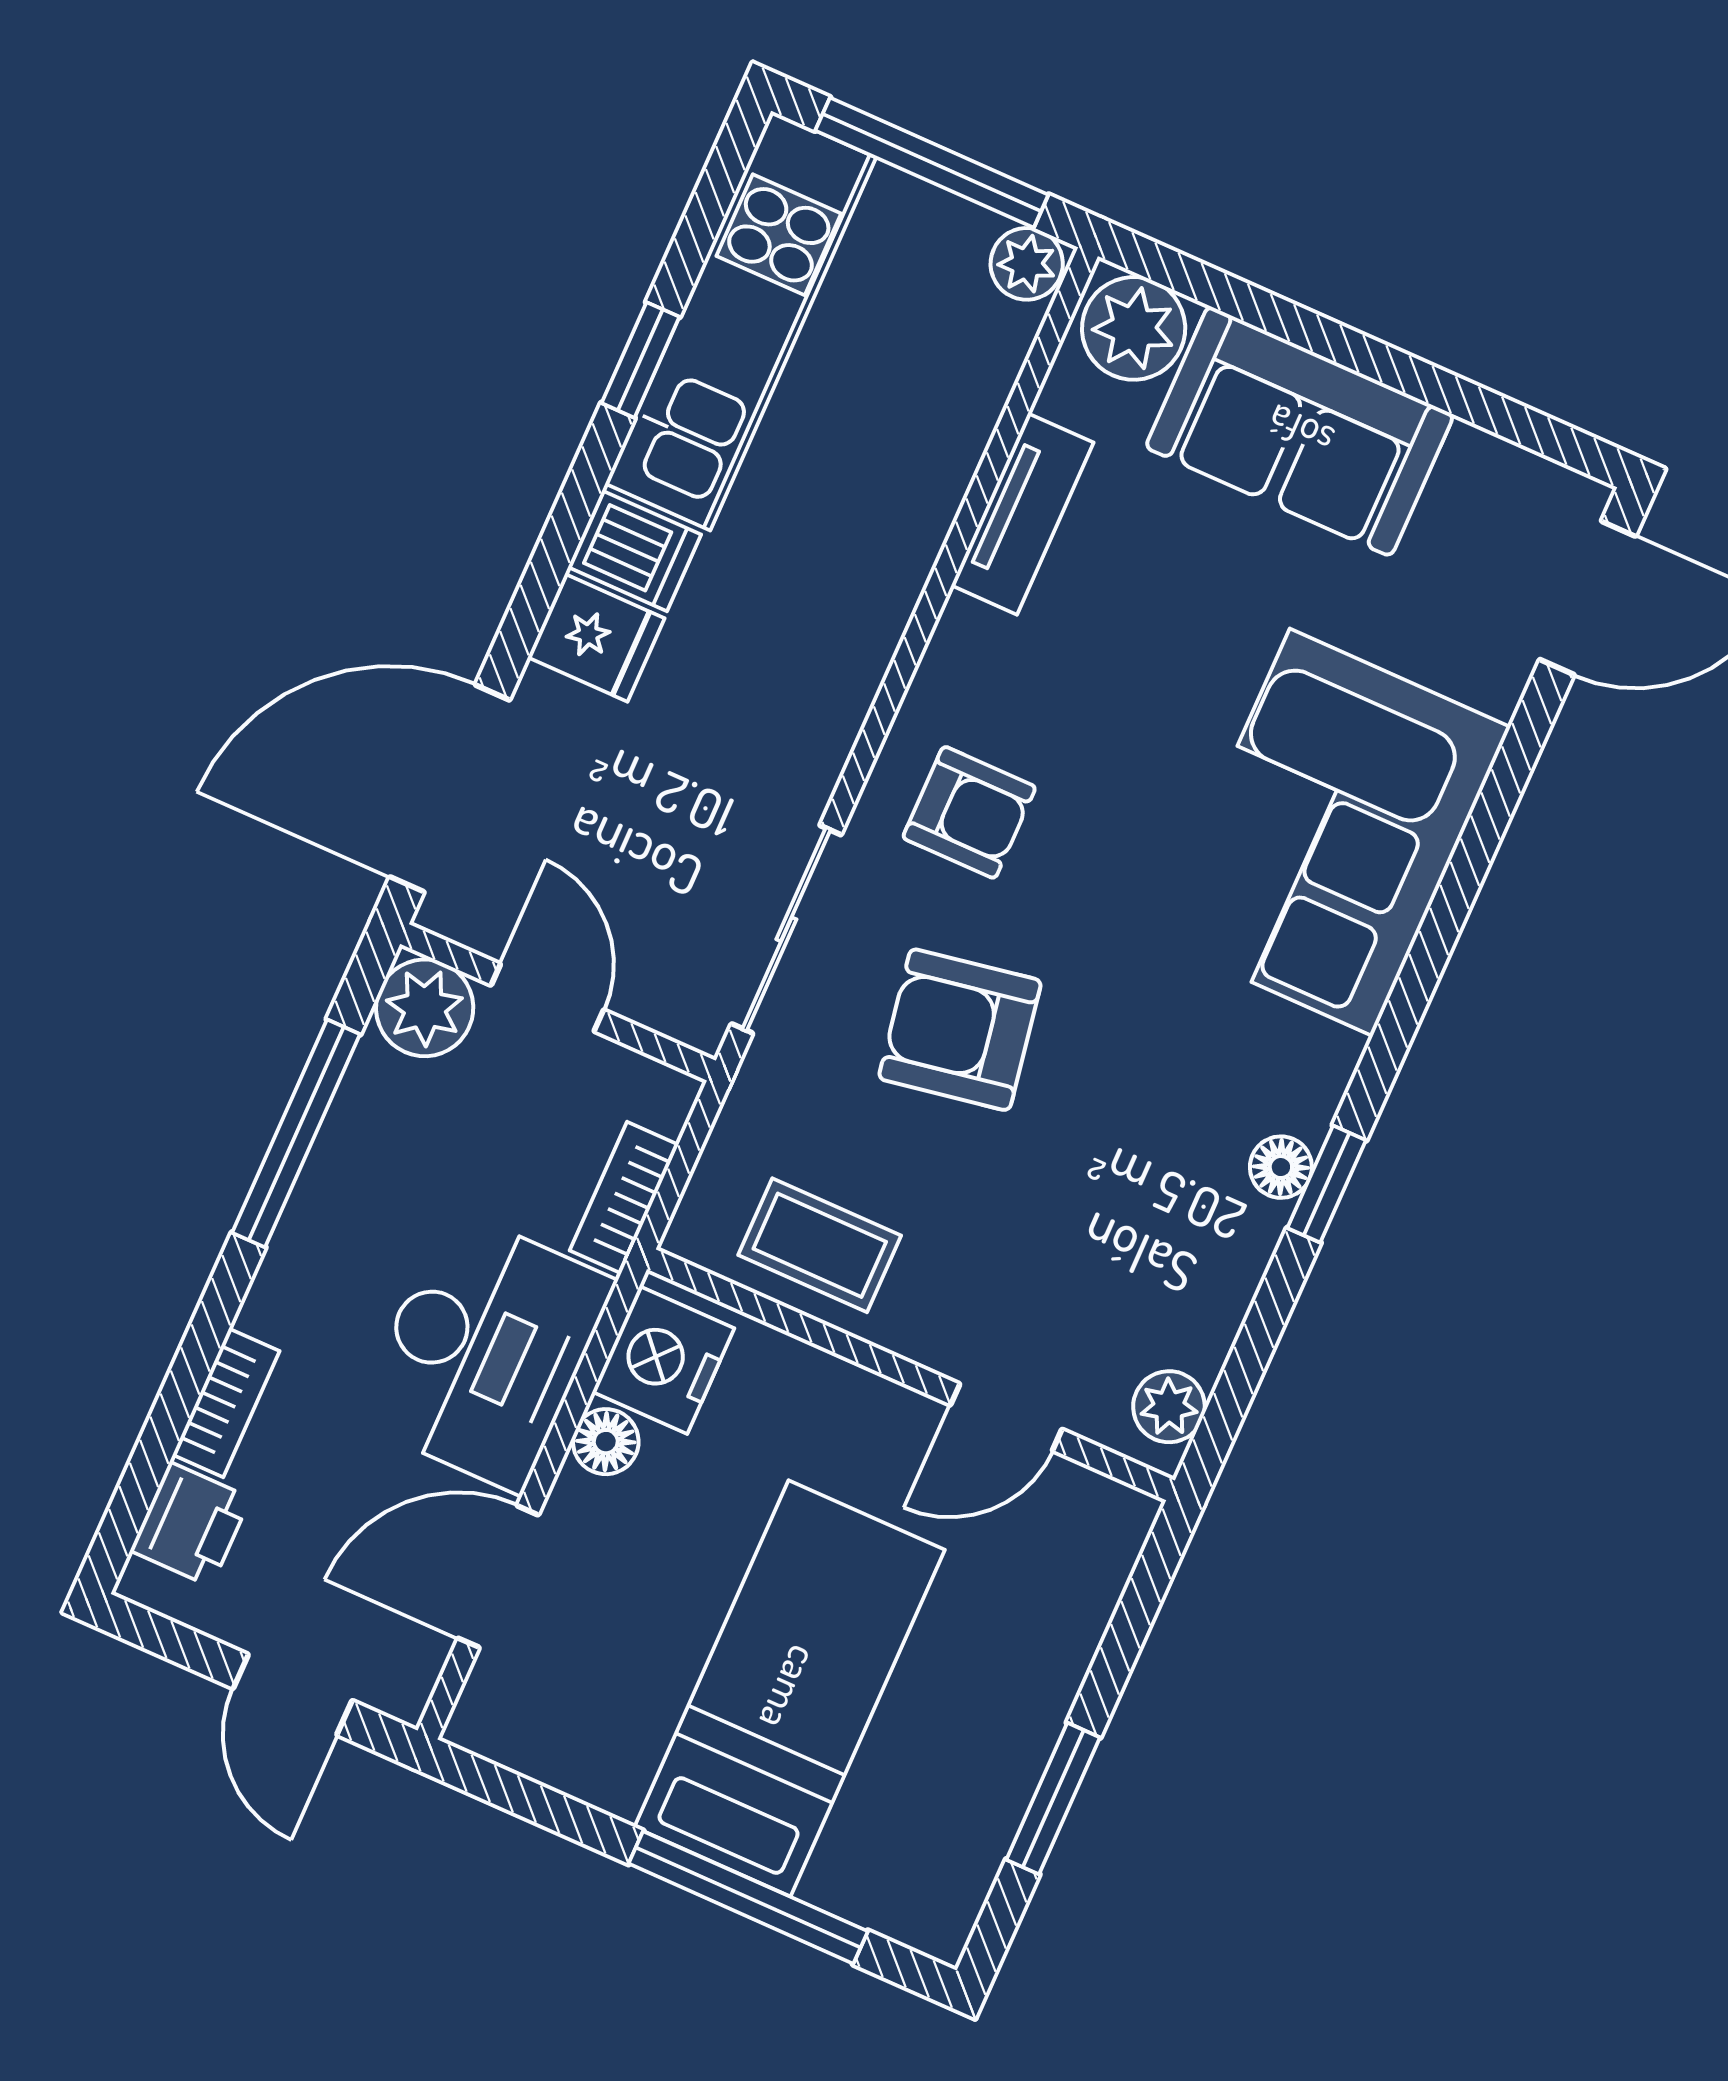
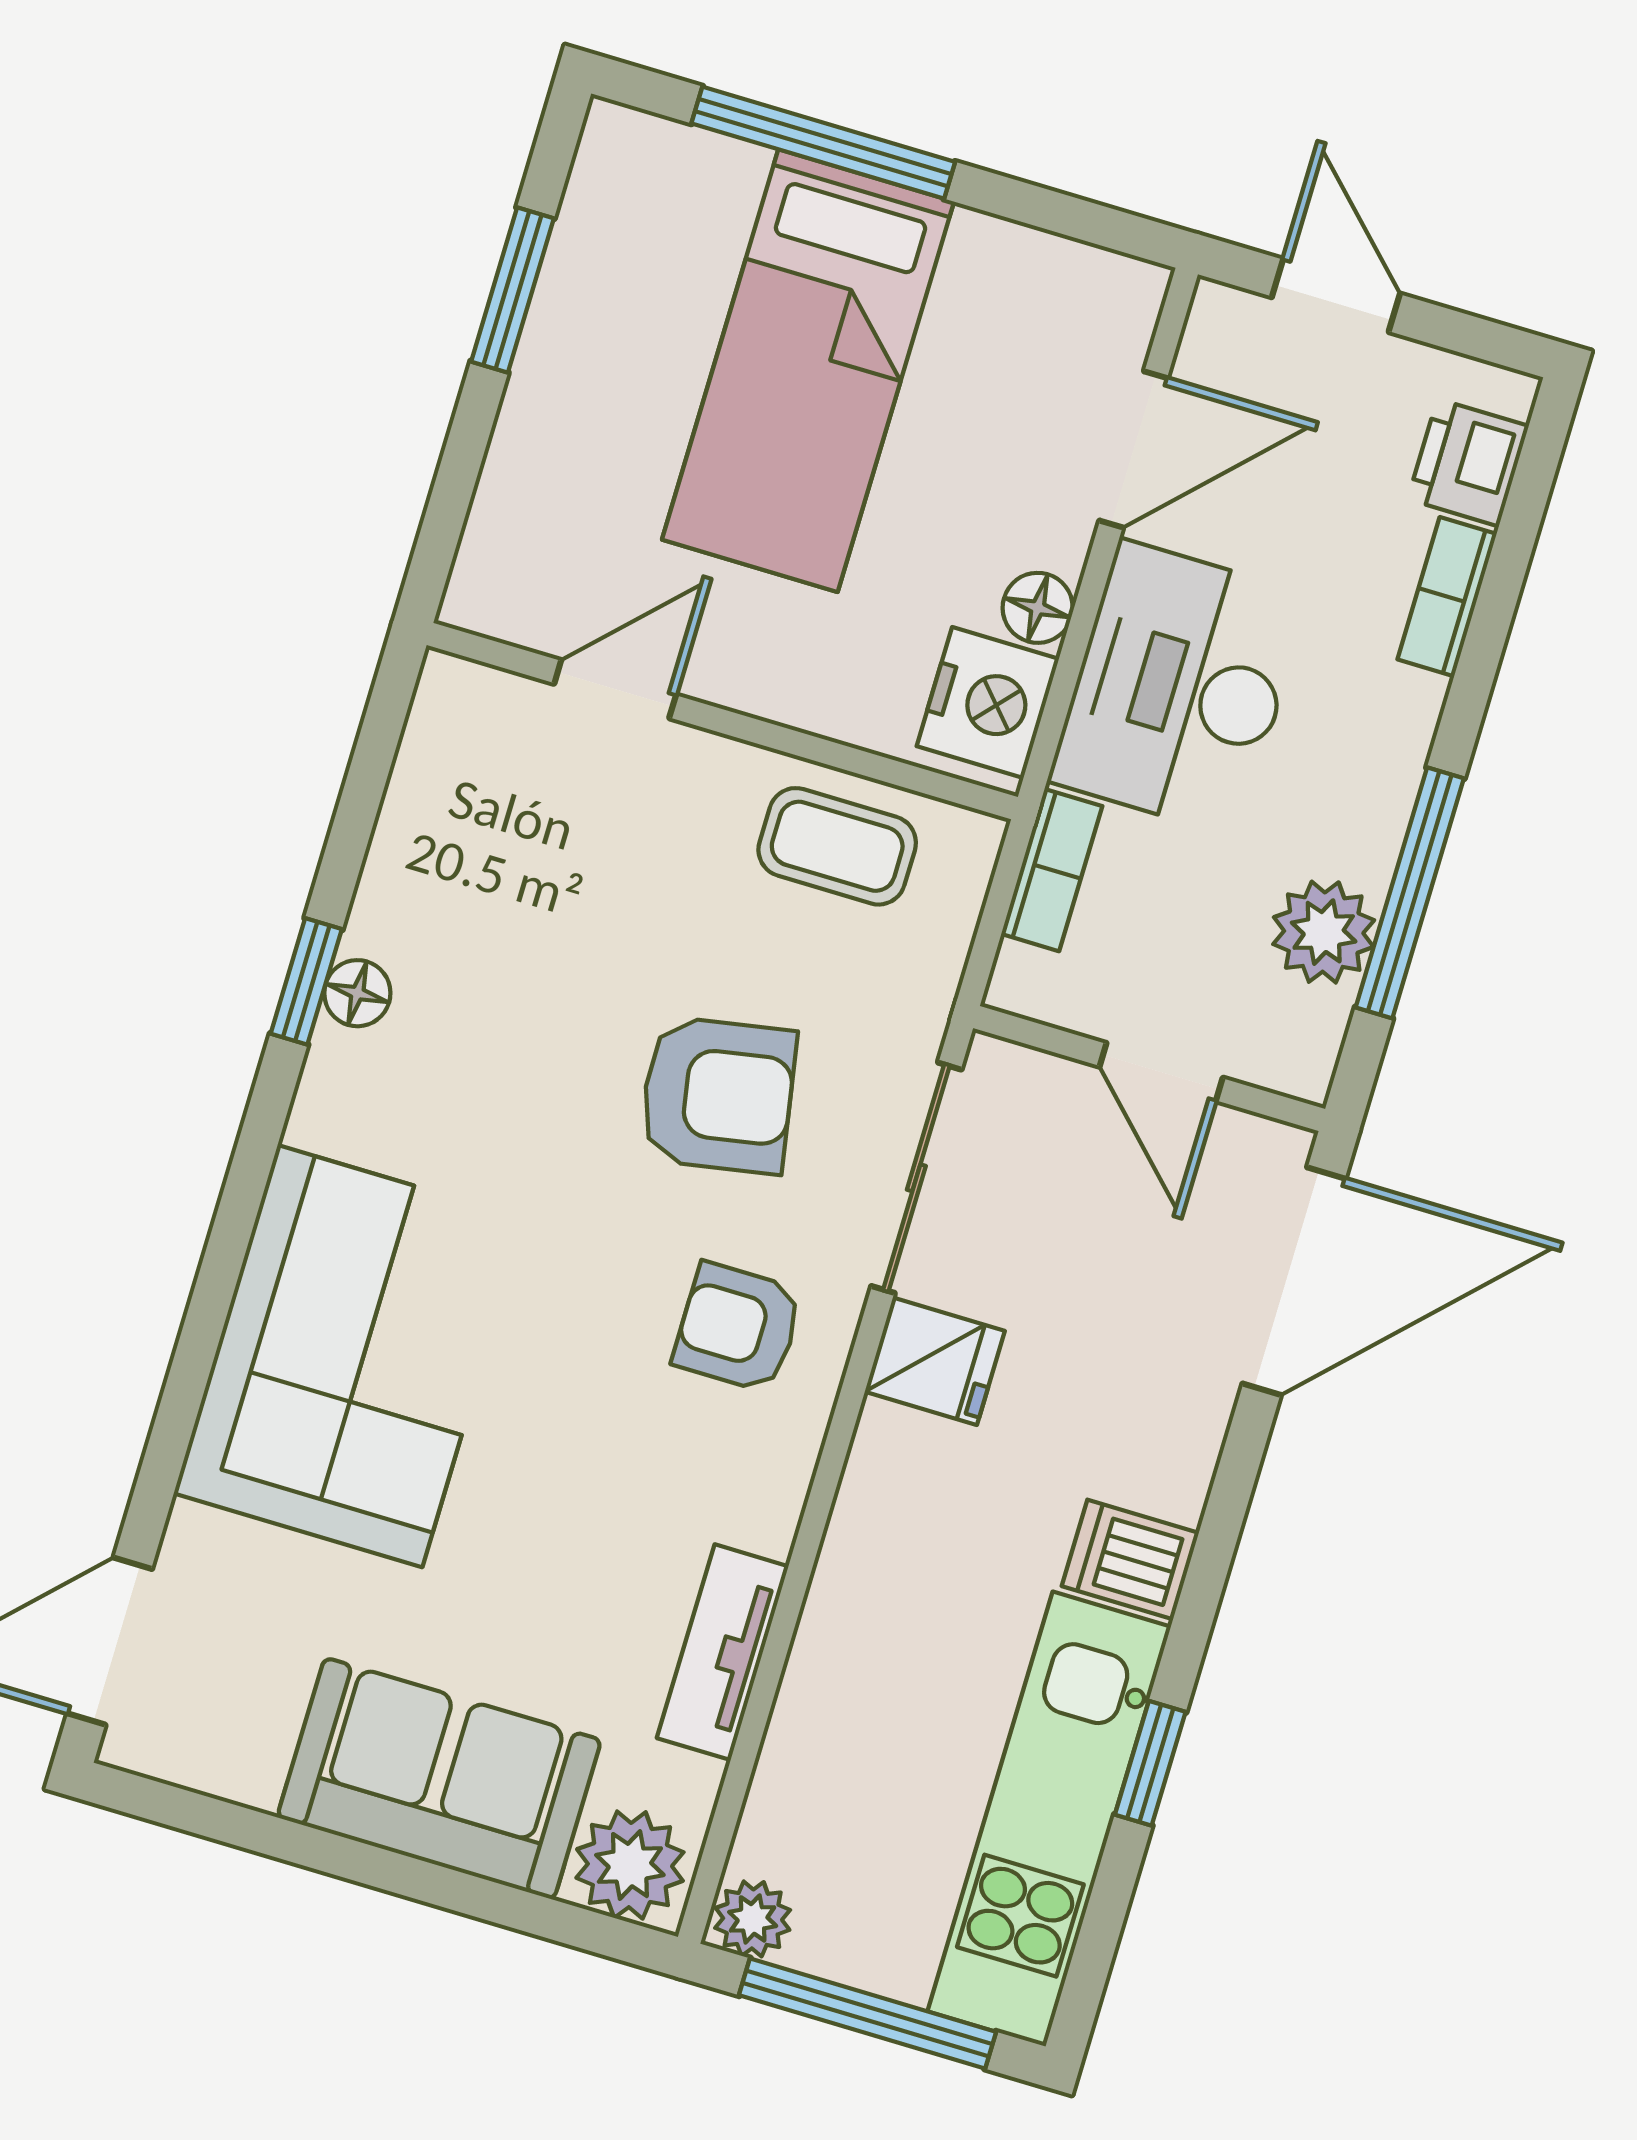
fridge: (596, 638) -> (935, 1361), moved, turned 180
plant: (425, 1008) -> (1324, 932), moved
plant: (1169, 1407) -> (443, 723), removed

